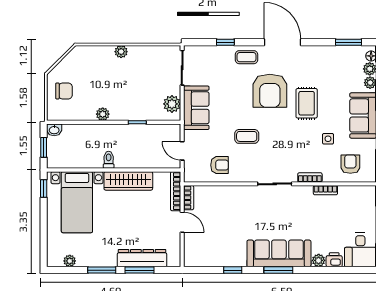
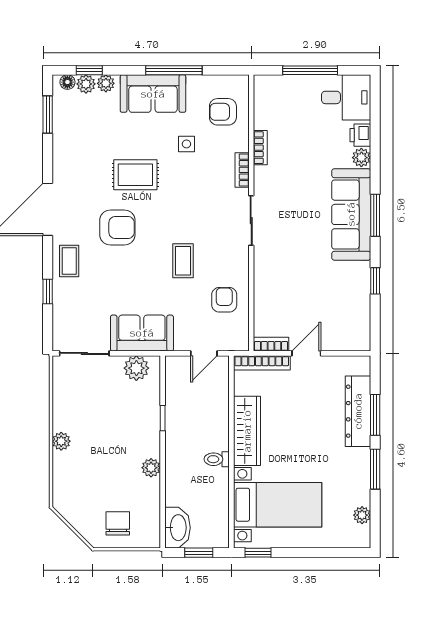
armchair: (270, 91) -> (117, 227), width x0.73, depth x0.73
washbasin: (54, 130) -> (177, 528), width x1.91, depth x1.45

